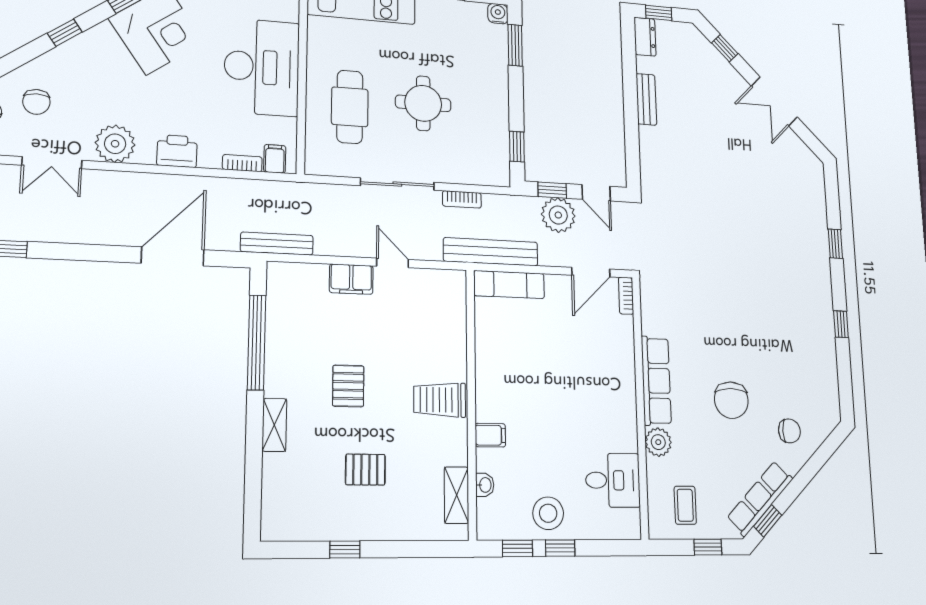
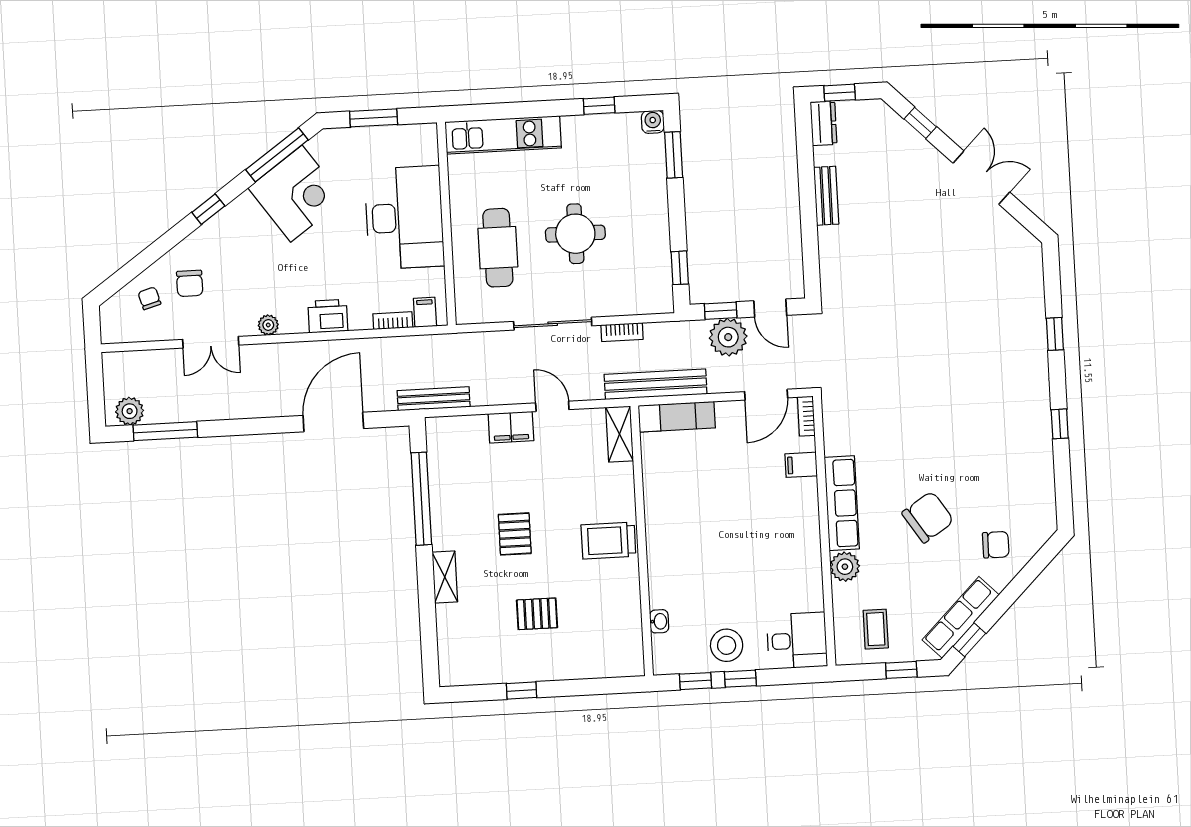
double door: (774, 102) -> (981, 178), swing flipped
plant: (115, 144) -> (268, 325), width x0.53, depth x0.53
chair: (731, 400) -> (928, 517), turned -123
filing cabinet: (490, 435) -> (801, 465), moved, turned 180
desk: (613, 480) -> (797, 641), moved
shelving: (456, 495) -> (620, 434), moved

